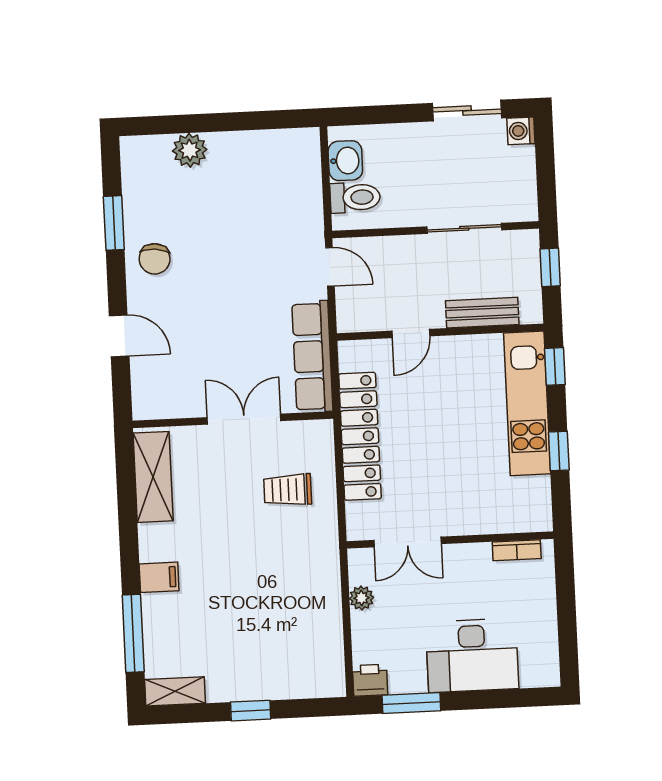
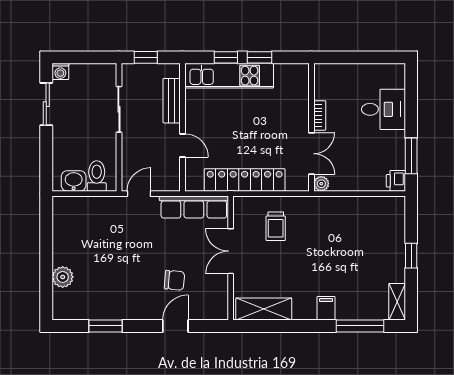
chair: (155, 259) -> (174, 280), moved
window: (555, 366) -> (226, 57), moved
bookcase: (517, 550) -> (320, 115), moved
plant: (361, 598) -> (321, 184), moved
desk: (472, 655) -> (384, 109), width x0.73

